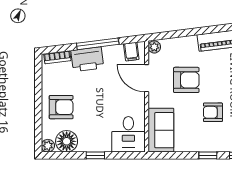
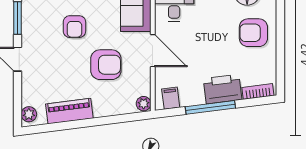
door: (147, 78) -> (153, 51), moved
armchair: (186, 80) -> (106, 65), turned 180
armchair: (213, 112) -> (74, 27), turned 90

